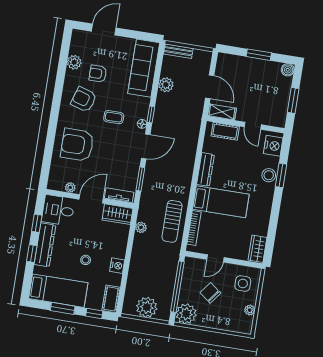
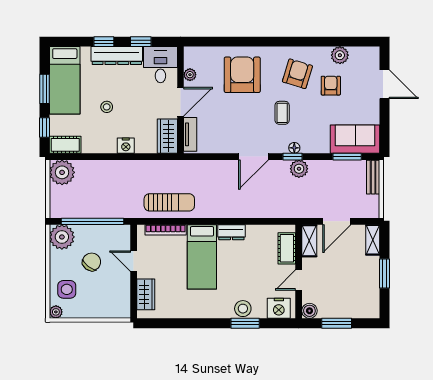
shelving: (230, 60) -> (373, 240), added
sofa: (144, 68) -> (355, 139), width x0.73
boiler: (288, 70) -> (309, 311), moved
plant: (166, 85) -> (299, 169), moved
floor lamp: (142, 124) -> (294, 148), moved
door: (146, 146) -> (253, 157), hinge flipped
dresser: (205, 170) -> (231, 232), width x0.70
window: (140, 179) -> (347, 157), moved
door: (91, 199) -> (181, 102), hinge flipped
sun lounger: (172, 221) -> (169, 202), turned 180
plant: (141, 227) -> (156, 167), removed
wardrobe: (258, 249) -> (146, 294), moved, turned 90
nightstand: (117, 266) -> (126, 146), moved
side table: (243, 283) -> (67, 289), moved
plant: (147, 307) -> (62, 172), moved
plant: (250, 310) -> (56, 312), moved

